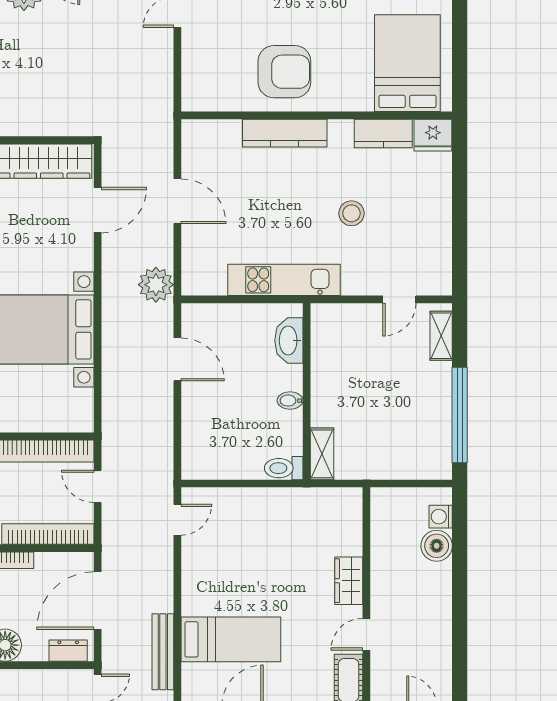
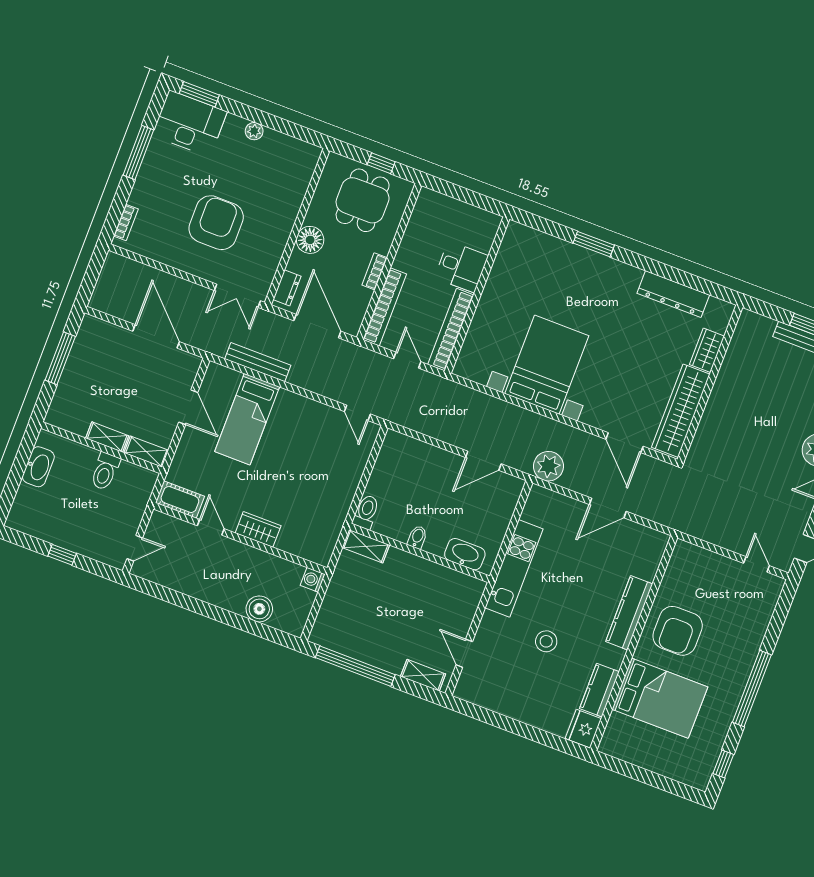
bed: (407, 63) -> (660, 698), moved
door: (98, 486) -> (407, 360), hinge flipped
washing machine: (441, 517) -> (313, 580), moved, turned -90

